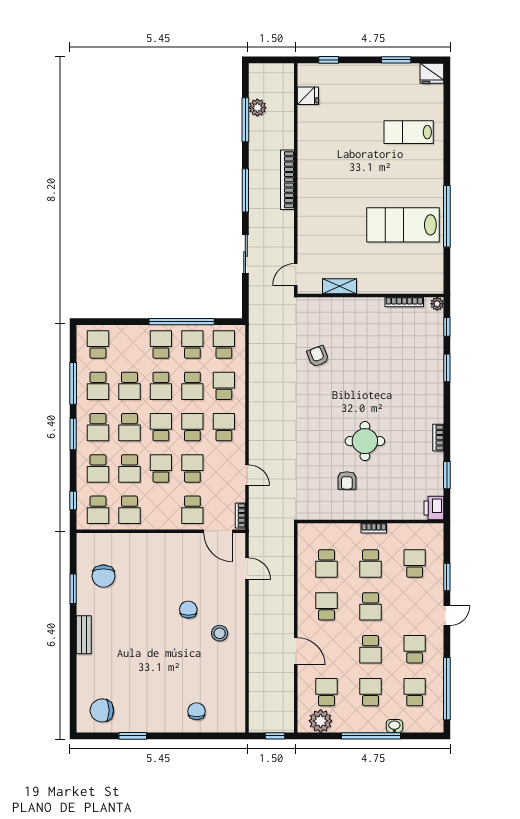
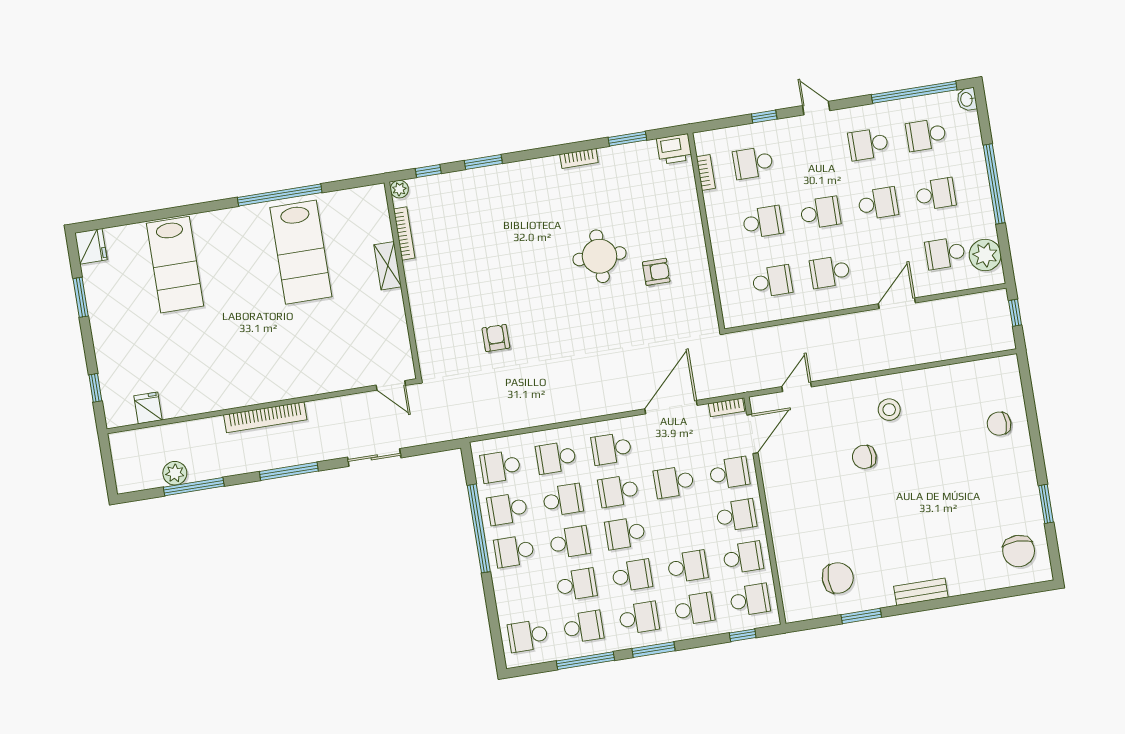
lab bench: (409, 132) -> (175, 265), width x1.36, depth x1.39
shelving: (339, 286) -> (388, 266), moved
armchair: (318, 356) -> (496, 338), turned 111
school desk: (161, 468) -> (736, 515), moved, turned 180
door: (247, 475) -> (671, 407), width x1.87
bookcase: (374, 528) -> (706, 173), moved
window: (447, 577) -> (764, 117), width x0.67
school desk: (371, 692) -> (936, 194), turned 180
washbasin: (394, 726) -> (967, 99), moved

